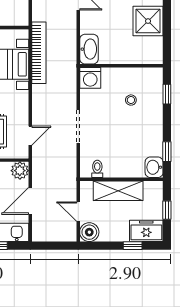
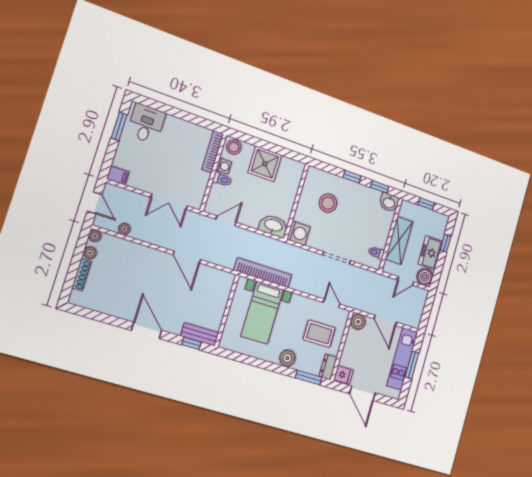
window: (167, 94) -> (352, 177), moved
stool: (131, 100) -> (328, 203), width x1.89, depth x1.89
freezer: (146, 231) -> (430, 253), moved

